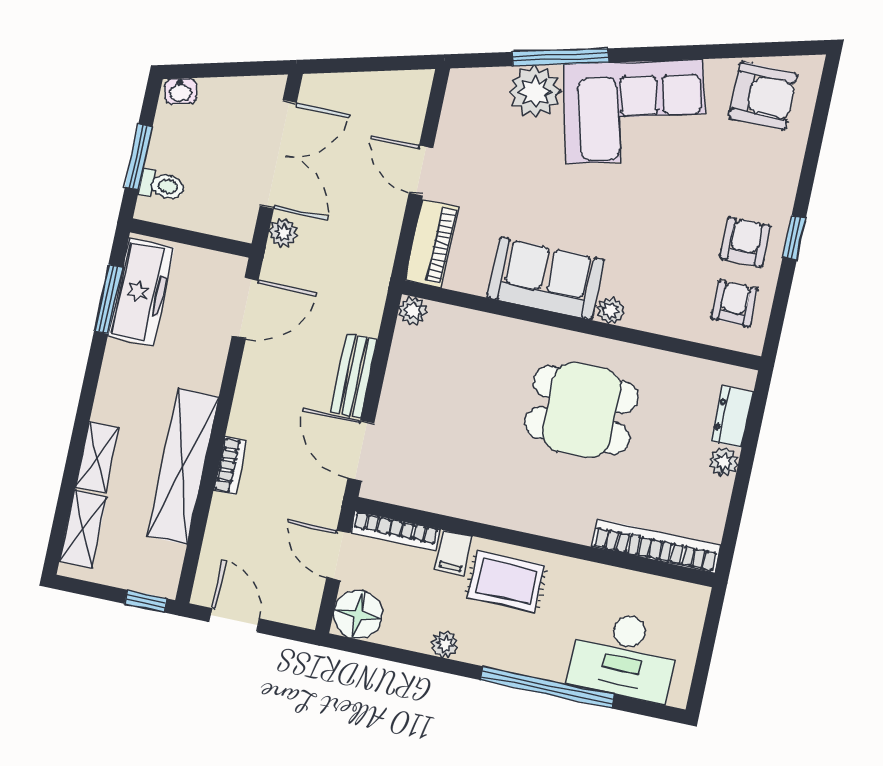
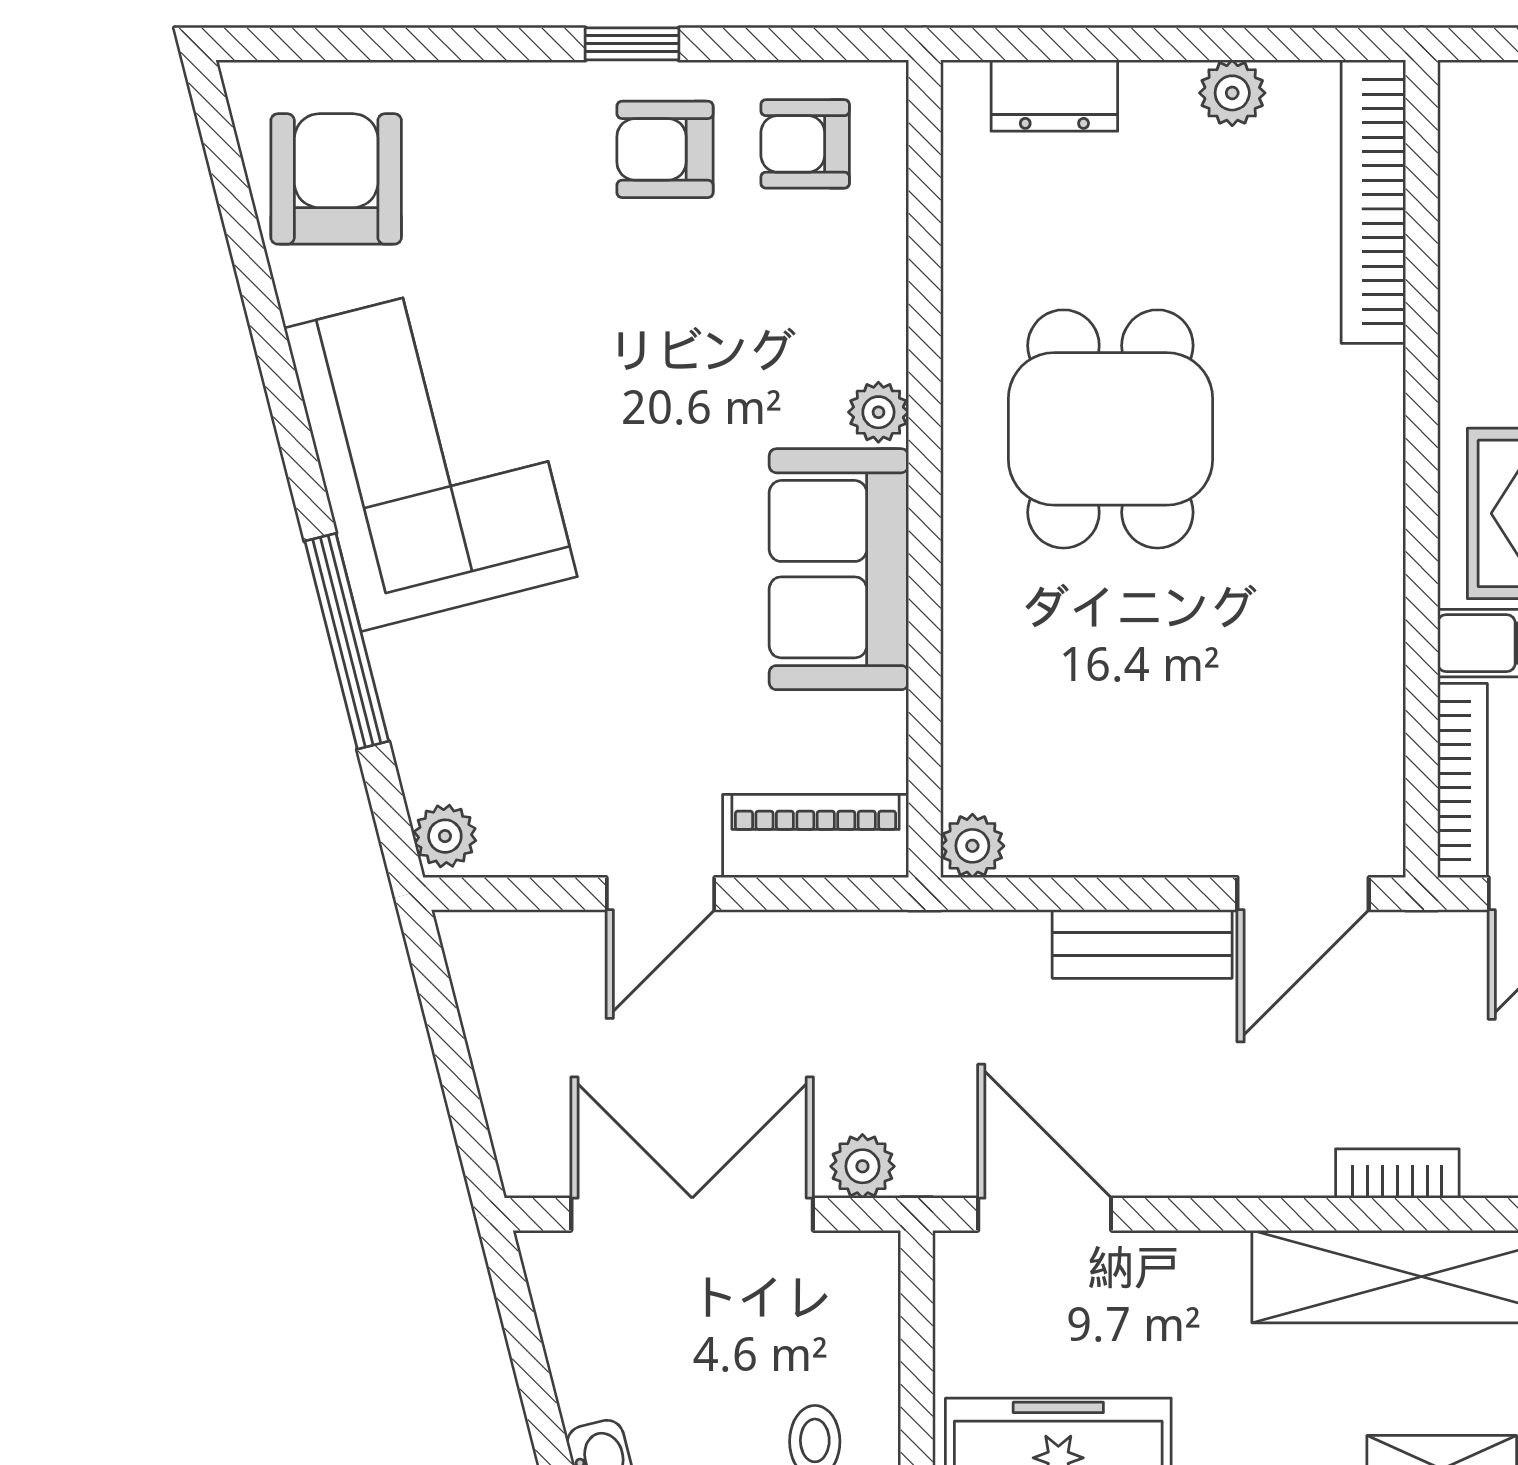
plant: (535, 92) -> (445, 836), moved, width x0.53, depth x0.53
plant: (724, 462) -> (1232, 93), moved

